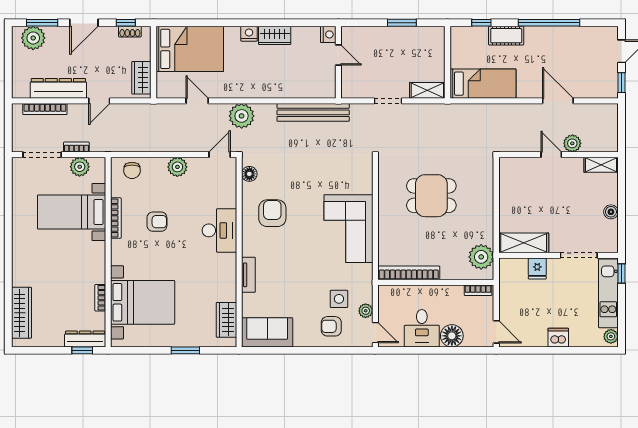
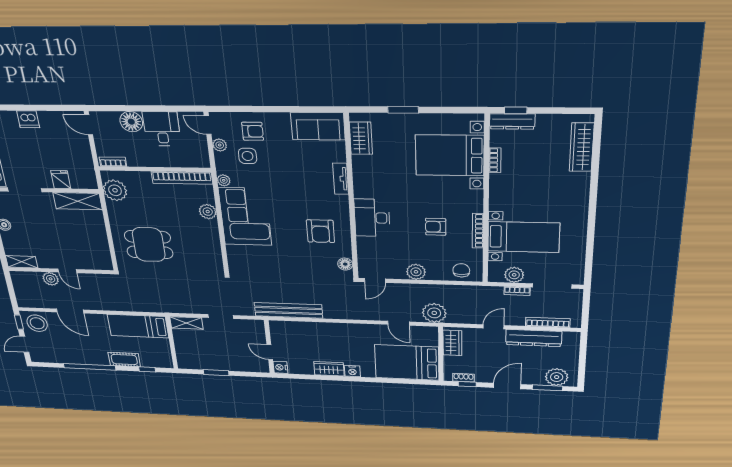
stool: (600, 82) -> (37, 323), added
plant: (242, 116) -> (434, 313), moved
dining table: (431, 196) -> (149, 245), moved
plant: (387, 234) -> (208, 212), added
plant: (366, 271) -> (224, 180), added

